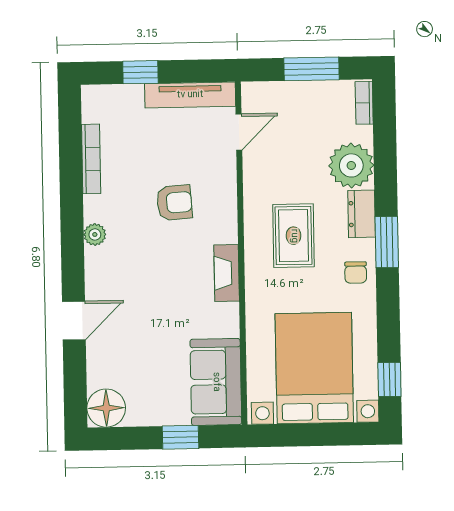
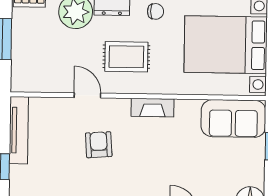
door: (239, 132) -> (87, 95), moved

